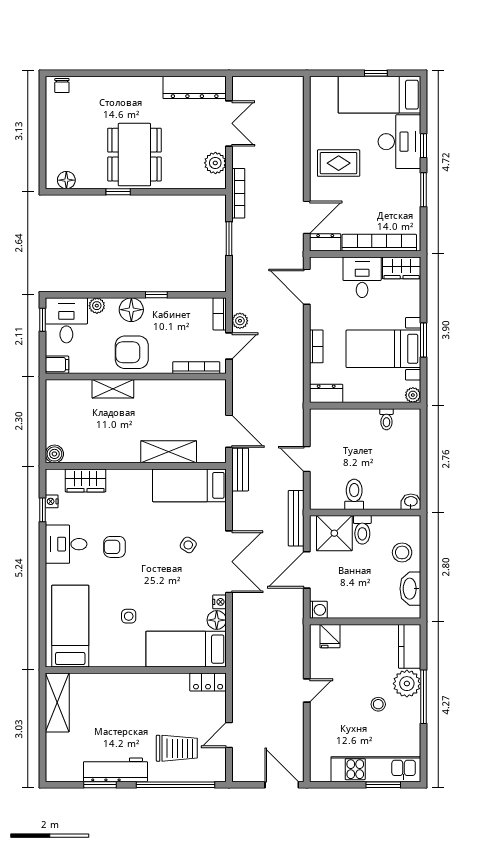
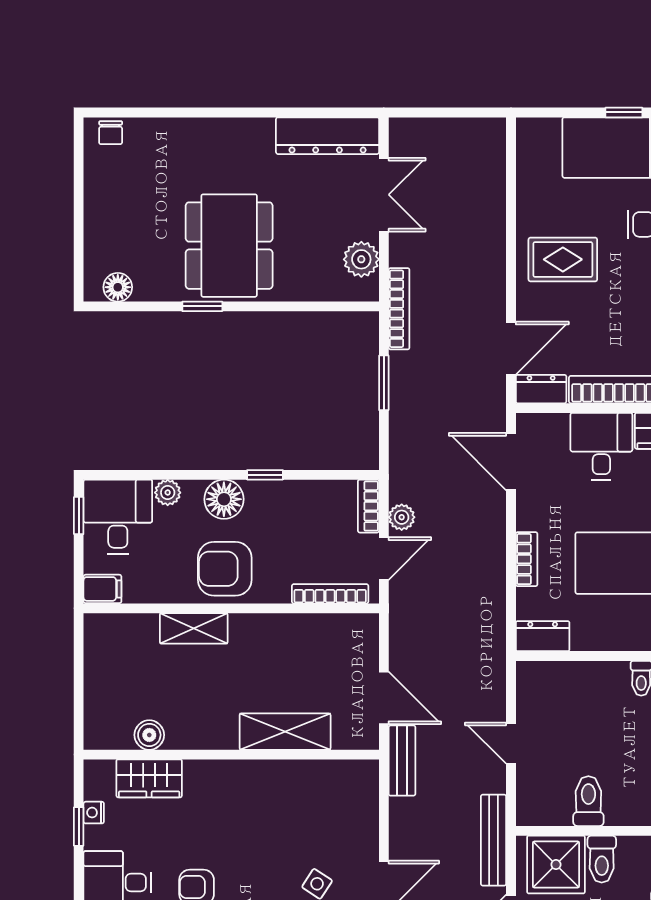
boiler: (54, 454) -> (149, 735), moved
bed: (189, 485) -> (319, 786), removed

